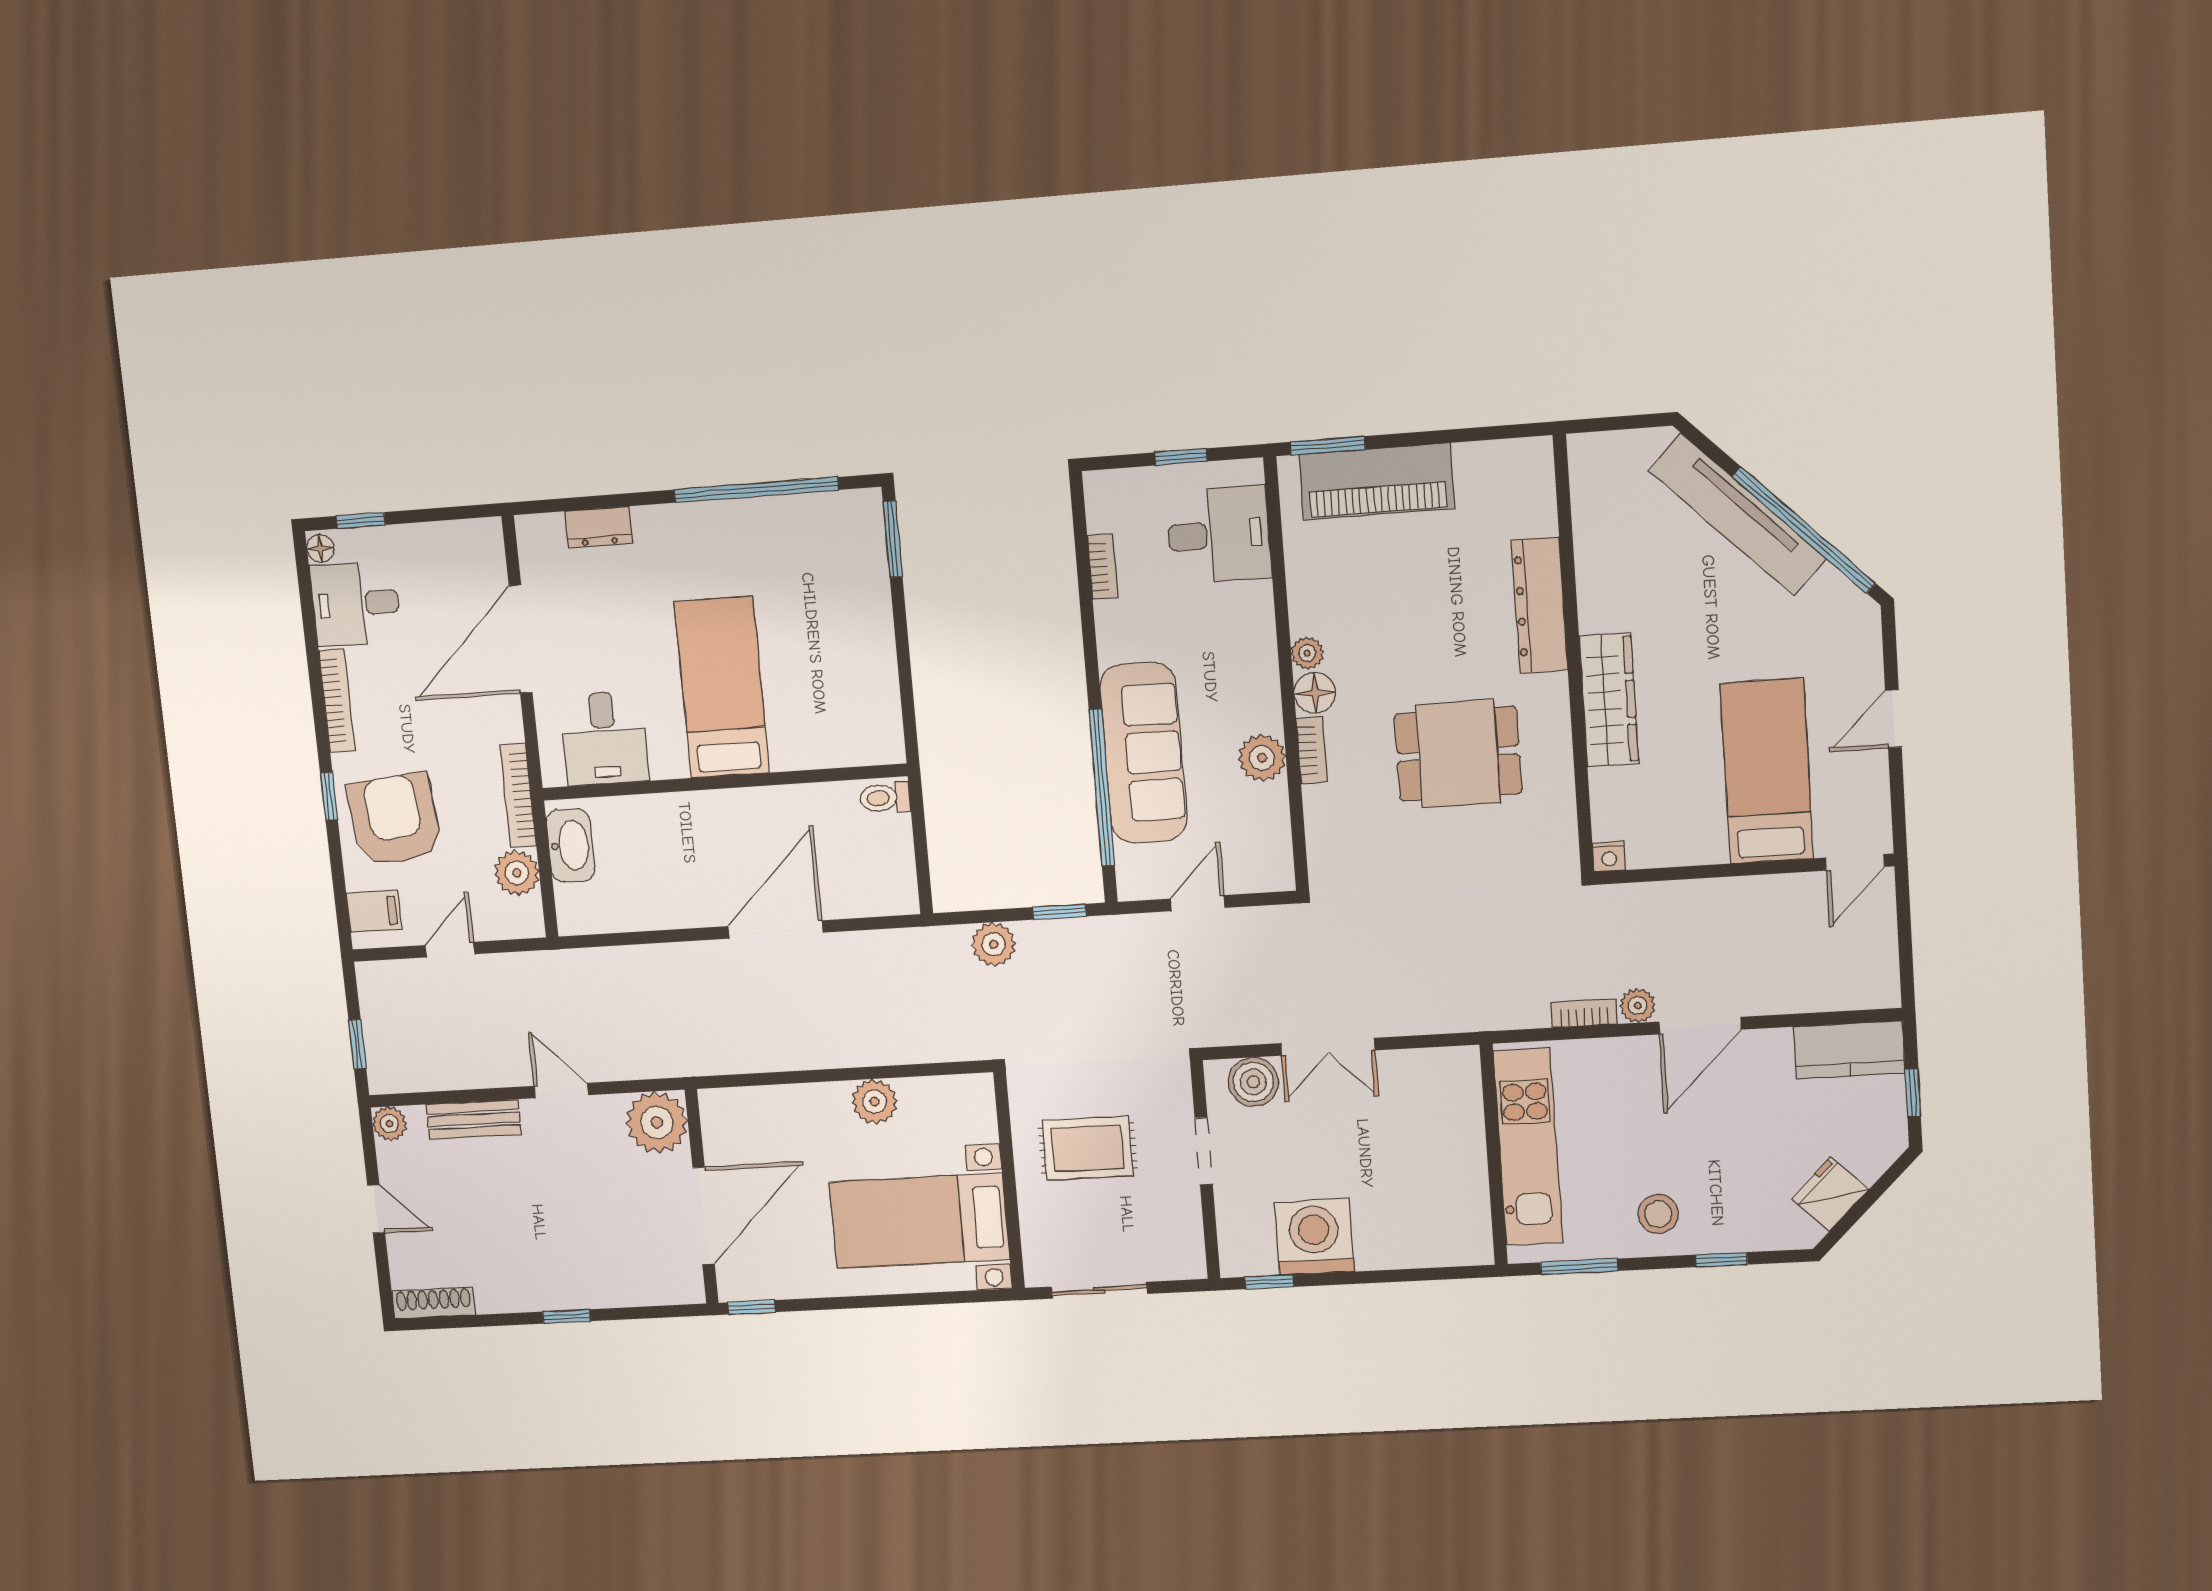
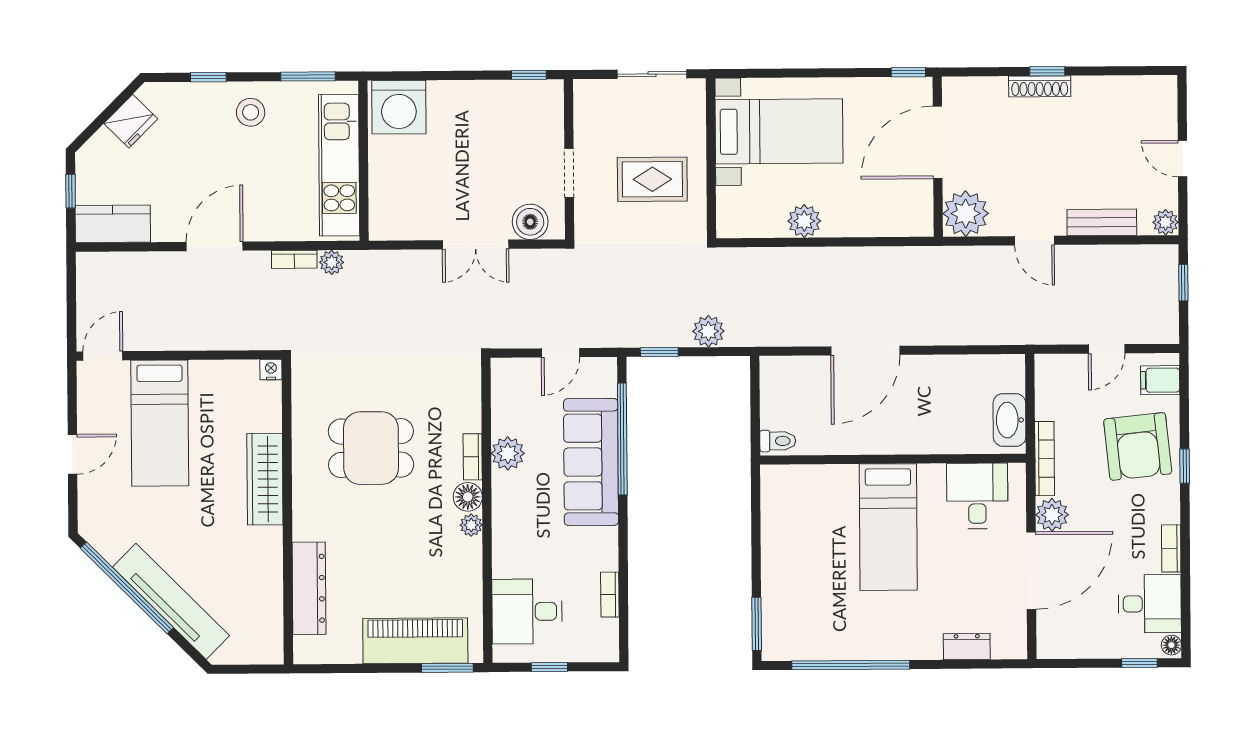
dresser: (1540, 605) -> (309, 588), moved
bookcase: (337, 701) -> (1171, 548), width x0.64
plant: (517, 873) -> (1052, 515), moved
plant: (1638, 1006) -> (332, 262), moved
double door: (1328, 1047) -> (476, 244), swing flipped
washing machine: (1314, 1237) -> (399, 107), moved
shoe rack: (434, 1303) -> (1040, 86), moved

